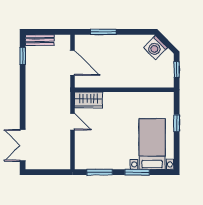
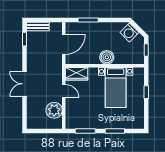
door: (72, 63) -> (64, 44), hinge flipped
boiler: (127, 79) -> (107, 57), added
bed with nightstands: (152, 144) -> (116, 88), moved, turned 180
double door: (23, 145) -> (24, 84), moved
plant: (60, 146) -> (54, 110), added

